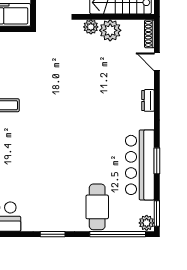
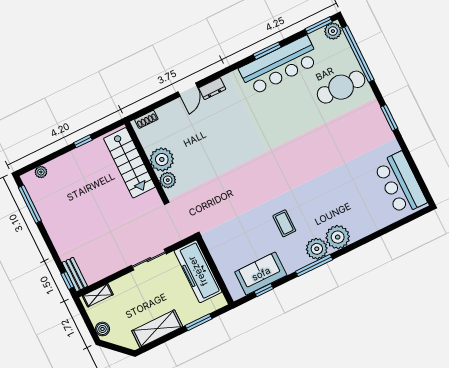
shoe rack: (149, 34) -> (146, 119), width x0.70
door: (157, 62) -> (188, 90), moved

